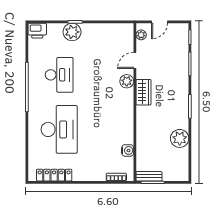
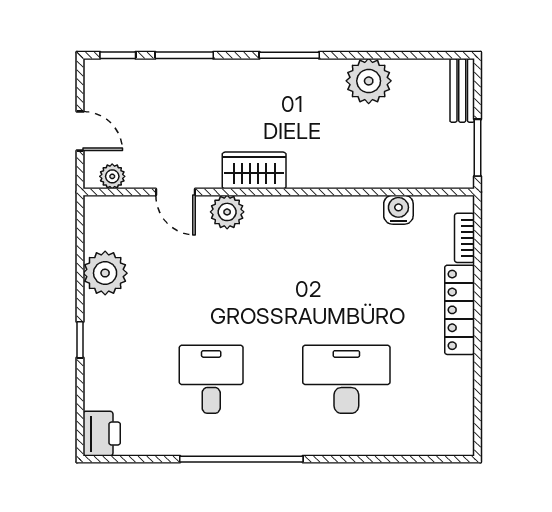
plant: (72, 32) -> (105, 273), moved
desk: (59, 75) -> (211, 379), width x0.73
desk: (59, 129) -> (346, 379), width x0.73, depth x0.77
locker: (54, 175) -> (460, 310), moved
bench: (149, 176) -> (462, 90), moved

